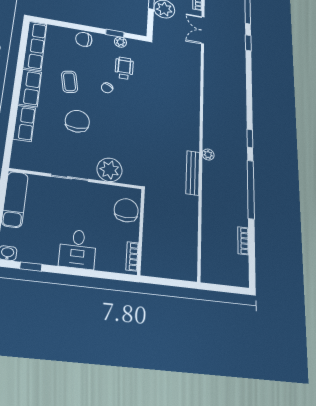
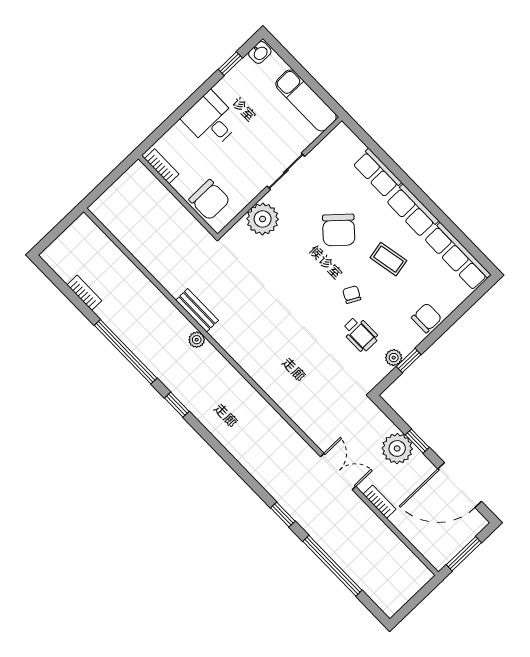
chair: (77, 121) -> (339, 230), turned 42
bench: (193, 173) -> (197, 310), width x0.73

